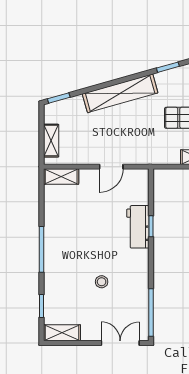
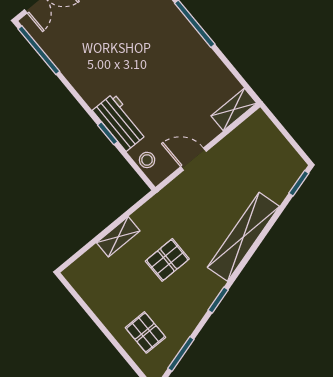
shelving: (51, 141) -> (272, 136), removed
door: (111, 167) -> (193, 159), hinge flipped
stool: (102, 282) -> (147, 160), moved

